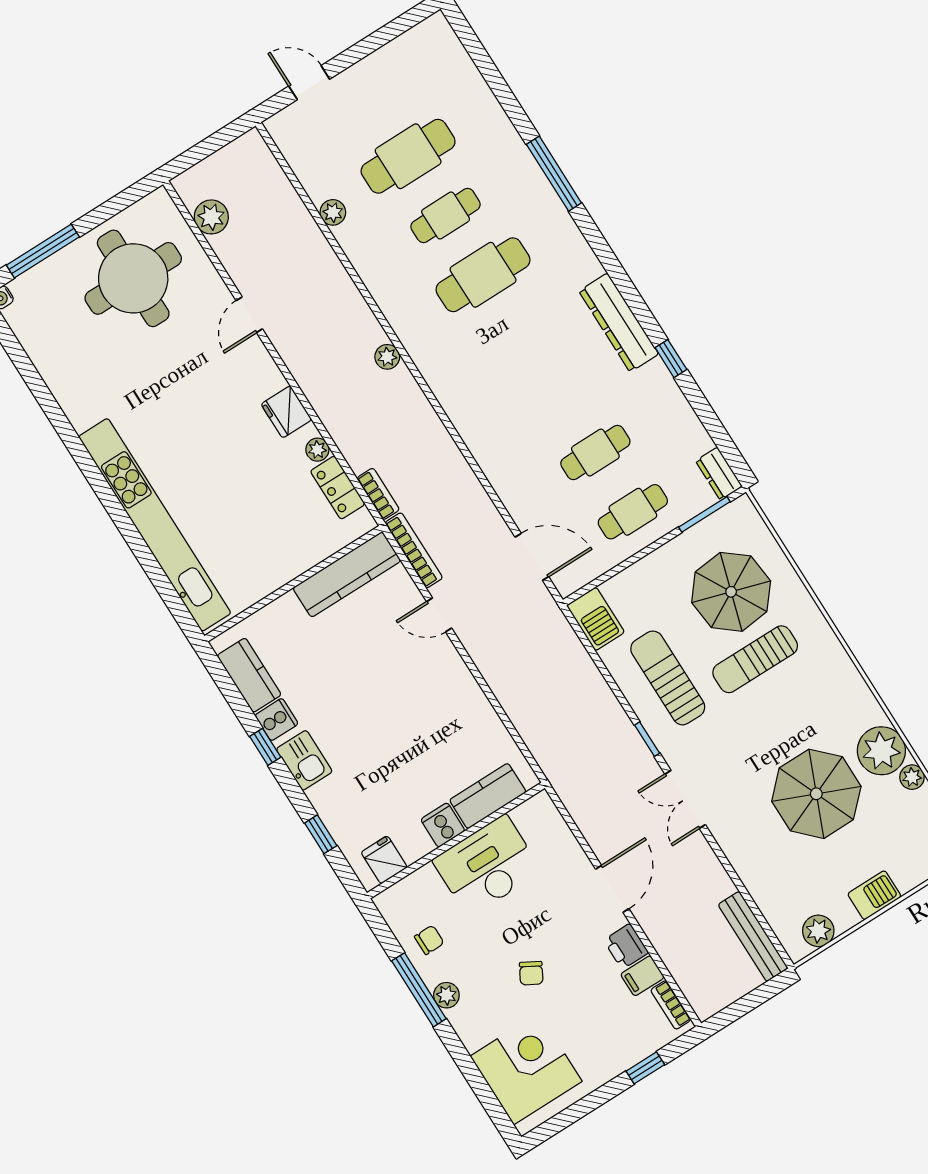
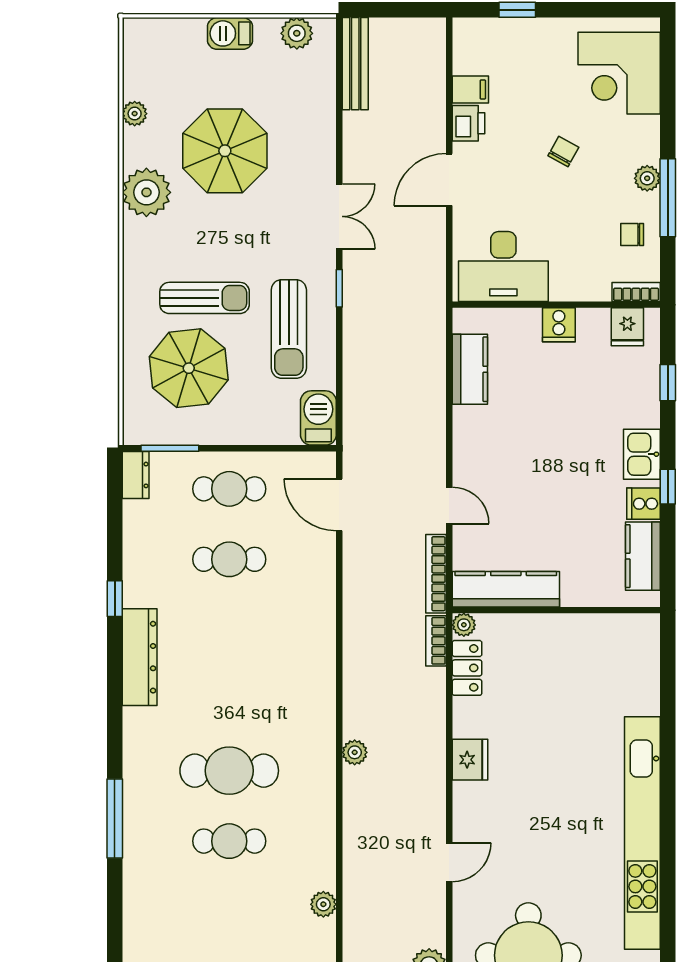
cafe table: (408, 156) -> (229, 912), removed
plant: (317, 450) -> (464, 625), moved
kitchen unit: (155, 525) -> (642, 833), moved
plant: (881, 751) -> (146, 192), moved
kitchen counter: (488, 796) -> (470, 369), moved, turned -90
desk: (487, 866) -> (503, 267), moved
bookcase: (671, 1005) -> (636, 292), moved, turned -90

